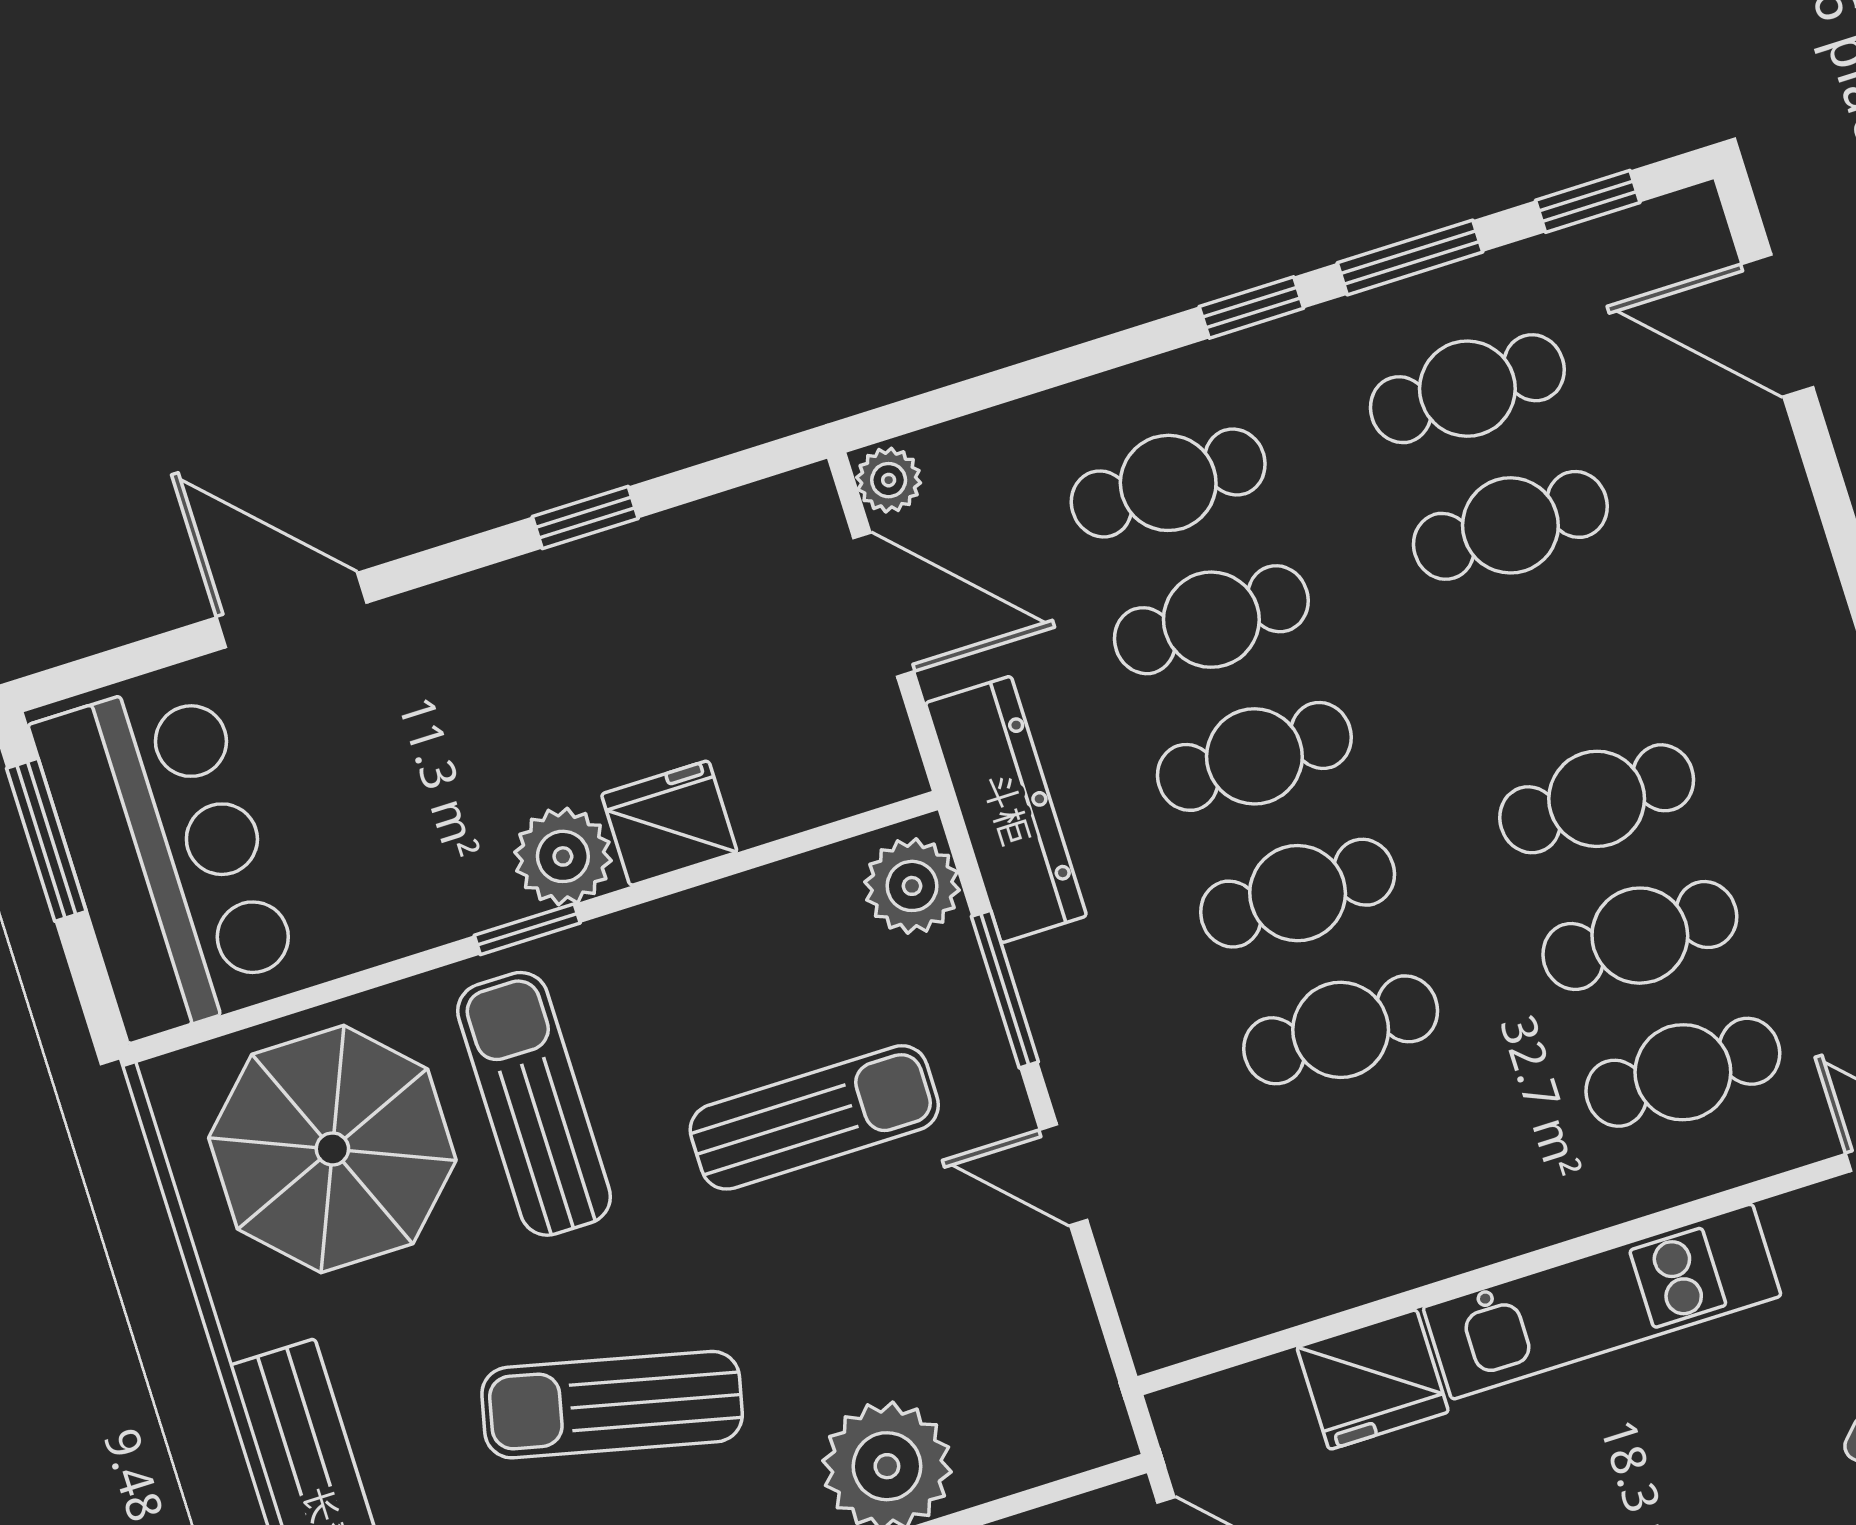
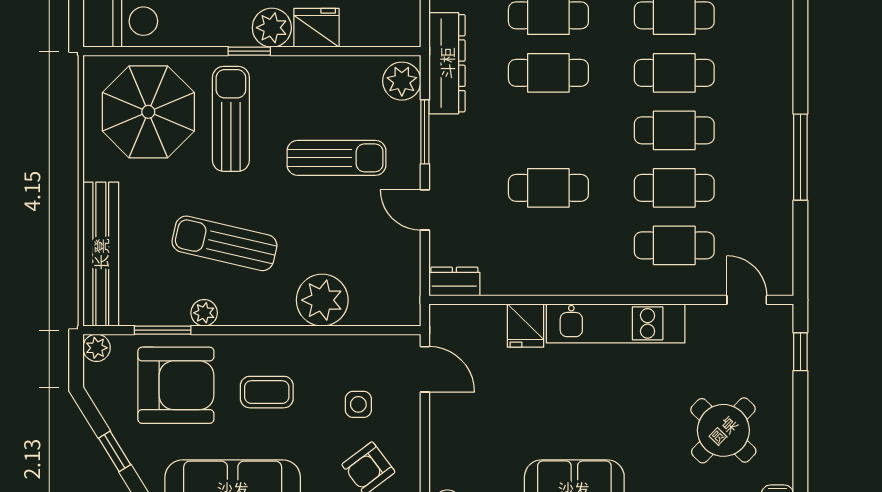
cafe table: (1298, 893) -> (674, 73), moved
dresser: (1187, 1323) -> (454, 281), added
fridge: (1373, 1380) -> (525, 326), width x0.72

